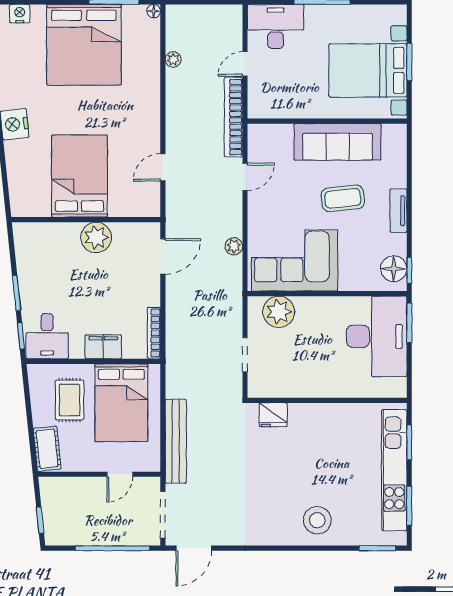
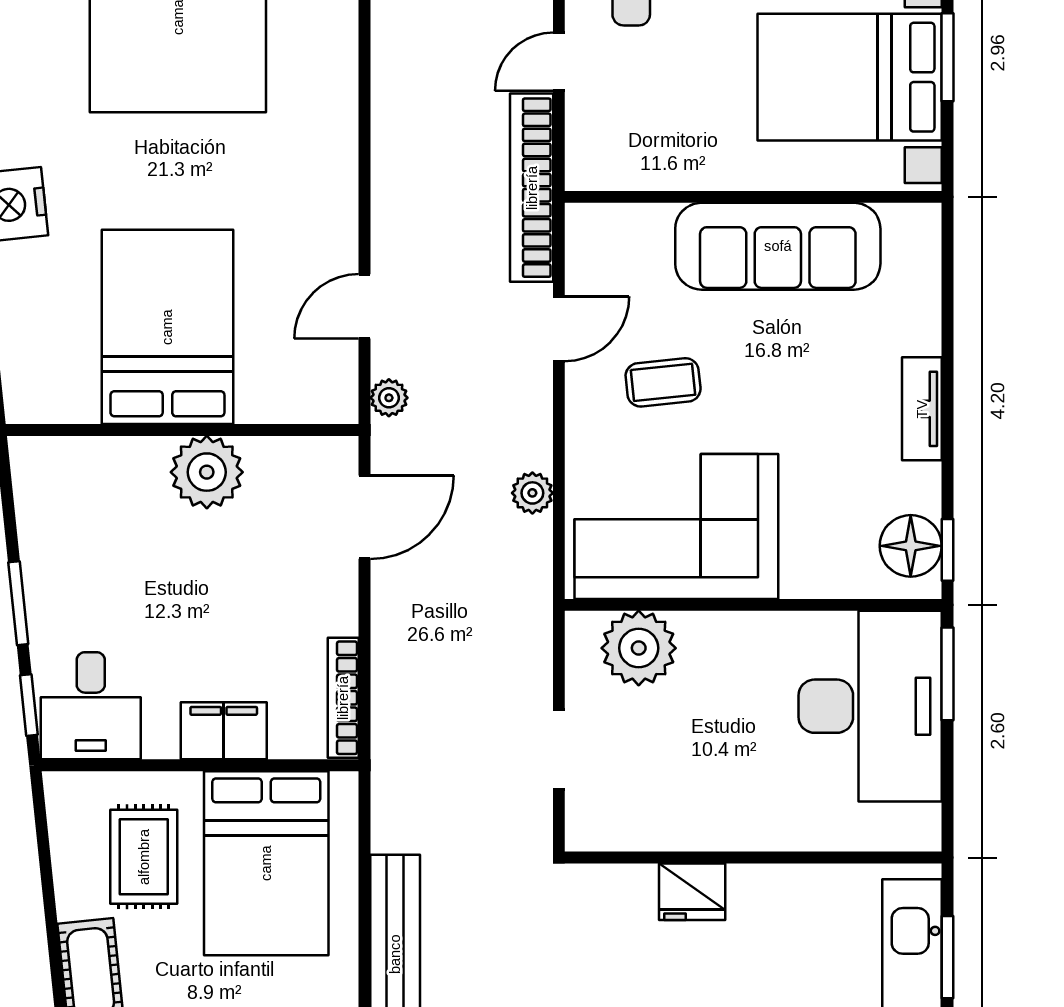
plant: (173, 59) -> (389, 398), moved
coffee table: (343, 198) -> (663, 382), moved, width x0.73, depth x0.77
fridge: (273, 415) -> (692, 892), moved

